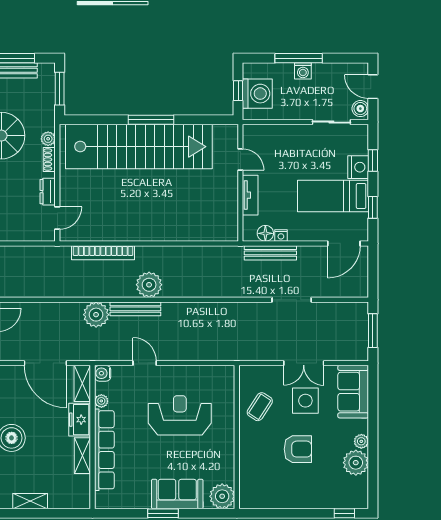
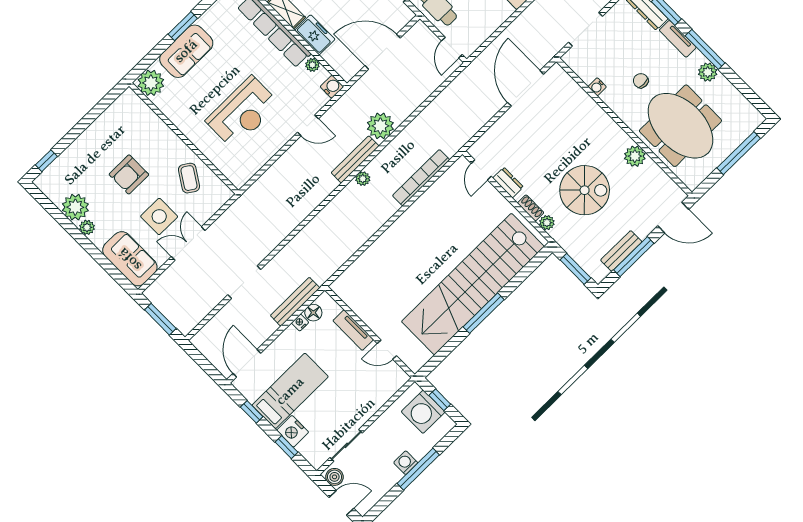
plant: (149, 285) -> (363, 179), width x0.53, depth x0.53
shelving: (82, 383) -> (340, 64), removed

